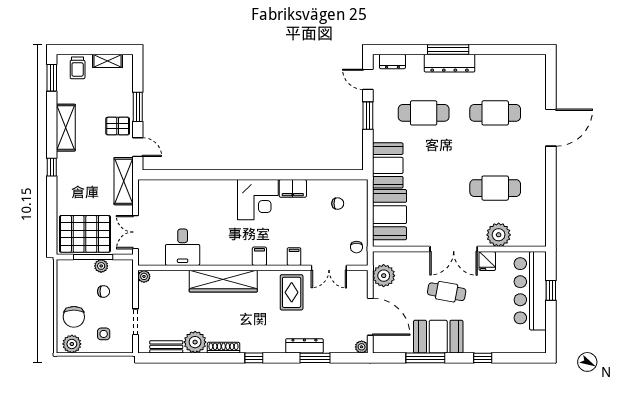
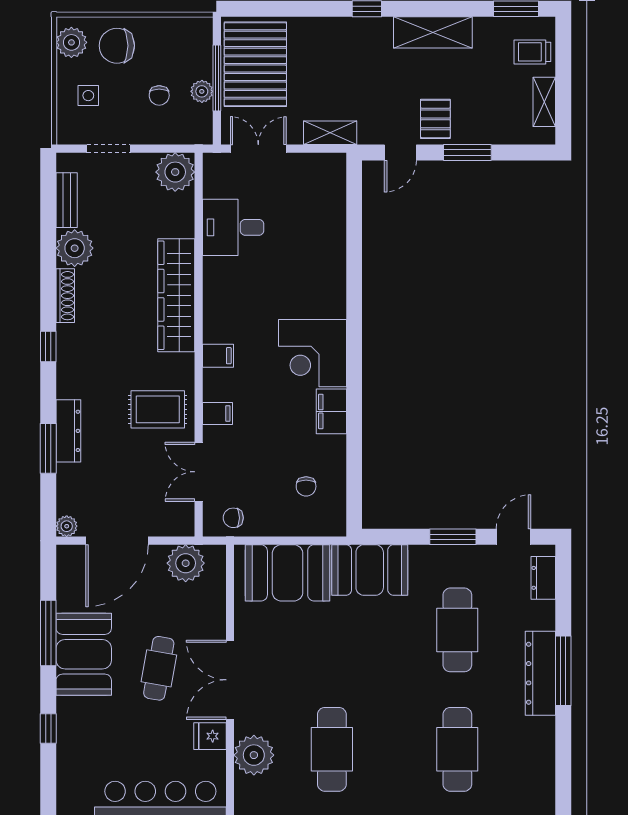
shelving: (124, 181) -> (330, 133), width x0.67, depth x0.75
plant: (144, 276) -> (175, 172), width x1.88, depth x1.88

